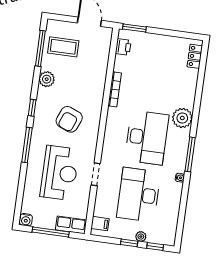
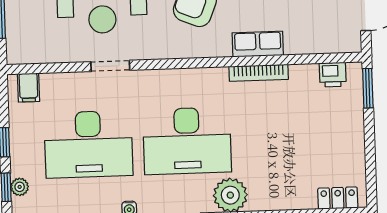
desk: (139, 195) -> (88, 144), turned 180
row of seats: (71, 225) -> (258, 44), moved, turned -90
plant: (141, 237) -> (20, 187), moved

